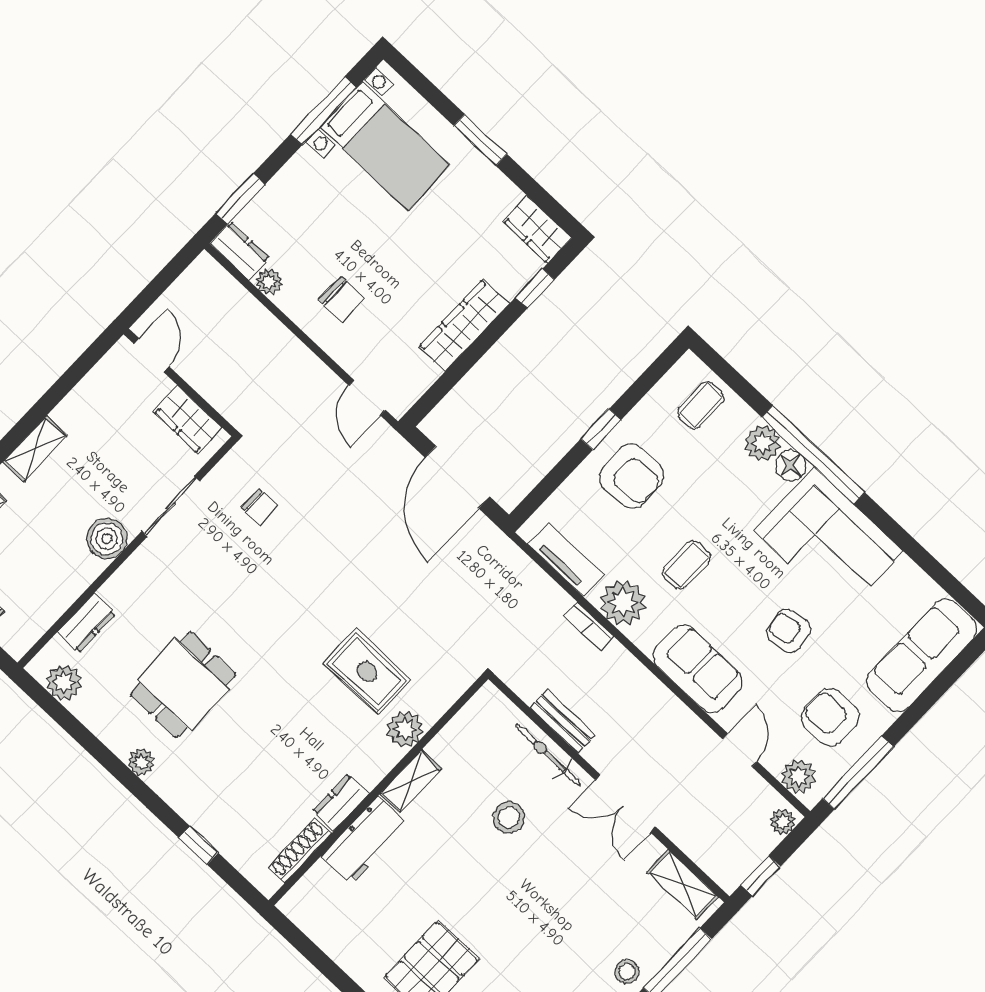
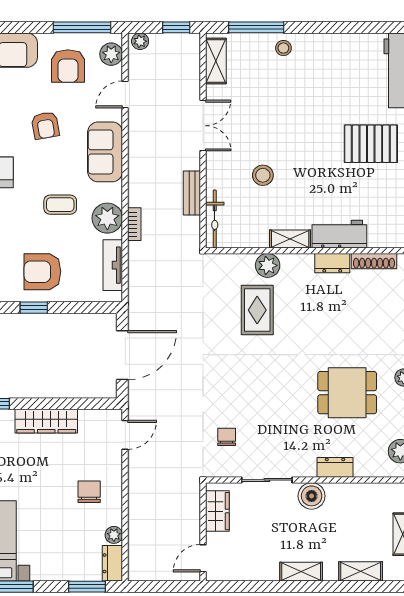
armchair: (631, 476) -> (42, 272), turned -90
dresser: (86, 623) -> (335, 467), moved
bicycle: (548, 755) -> (215, 219), moved

